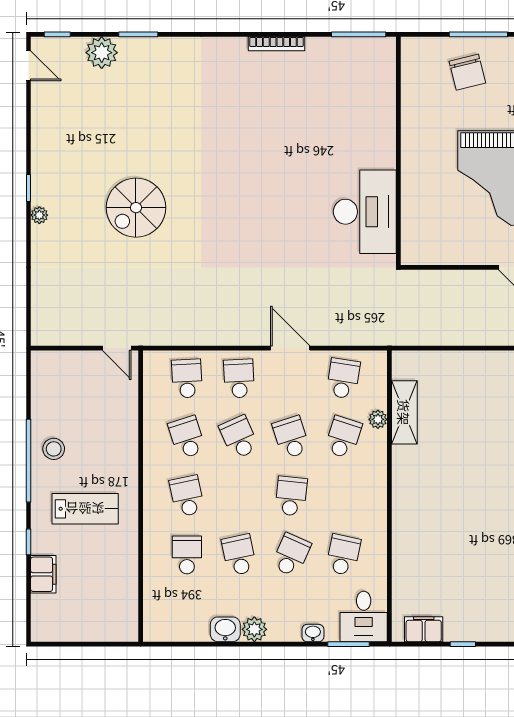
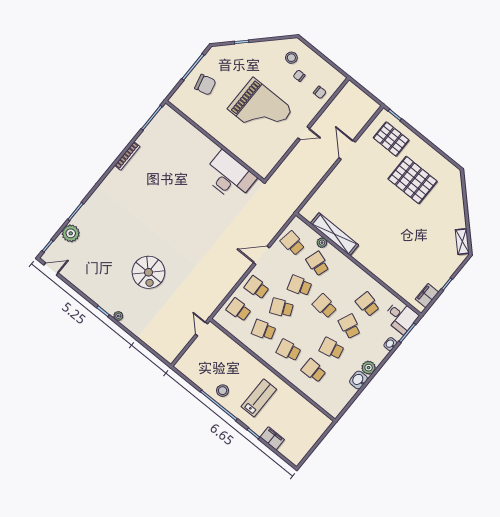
door: (117, 348) -> (202, 329), swing flipped
shelving: (404, 412) -> (335, 234), width x1.47

